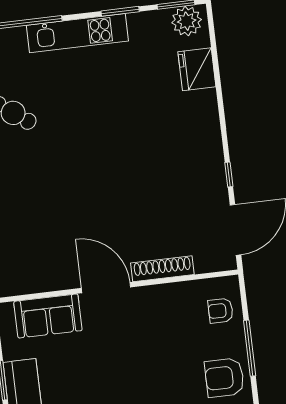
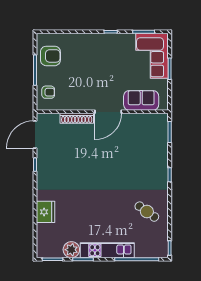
plant: (187, 21) -> (71, 250), moved
fridge: (197, 69) -> (45, 212), moved
door: (106, 288) -> (108, 112), hinge flipped

